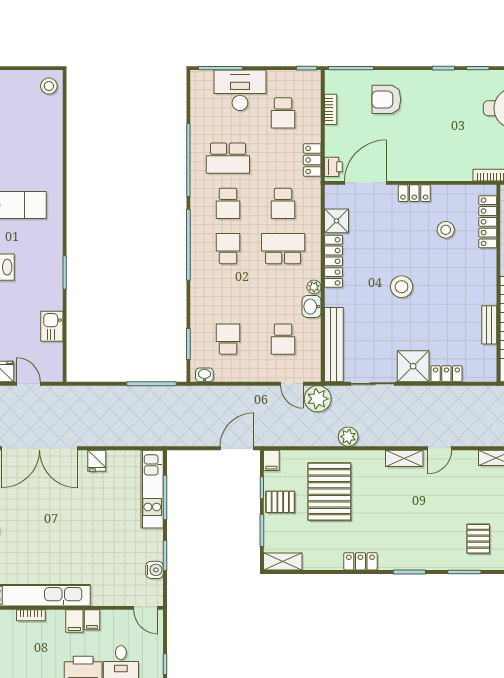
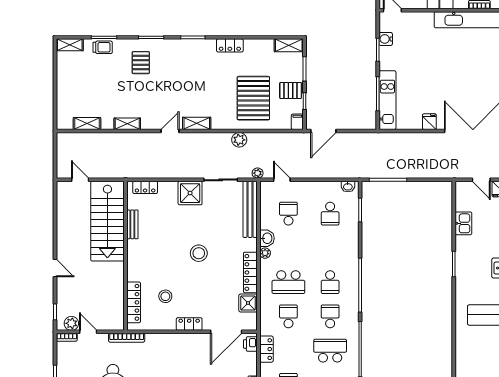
locker: (446, 374) -> (145, 187), moved
plant: (318, 399) -> (258, 173), width x0.53, depth x0.53

